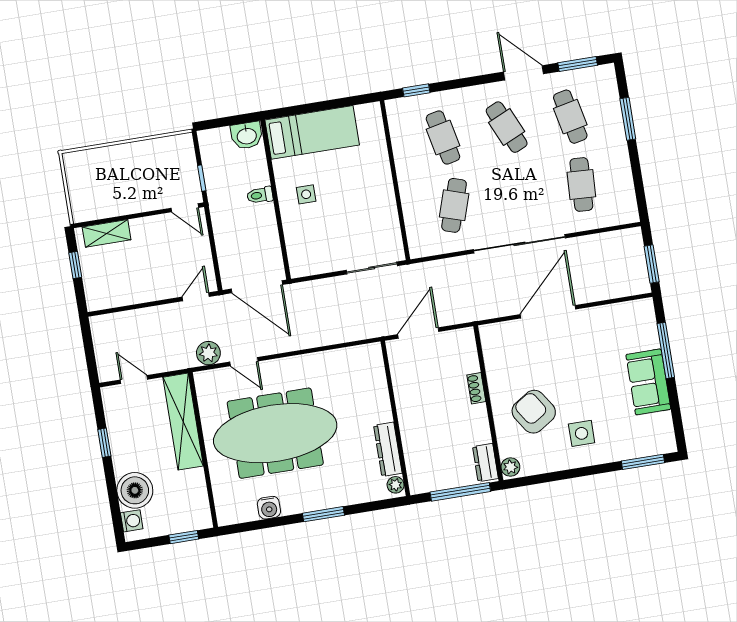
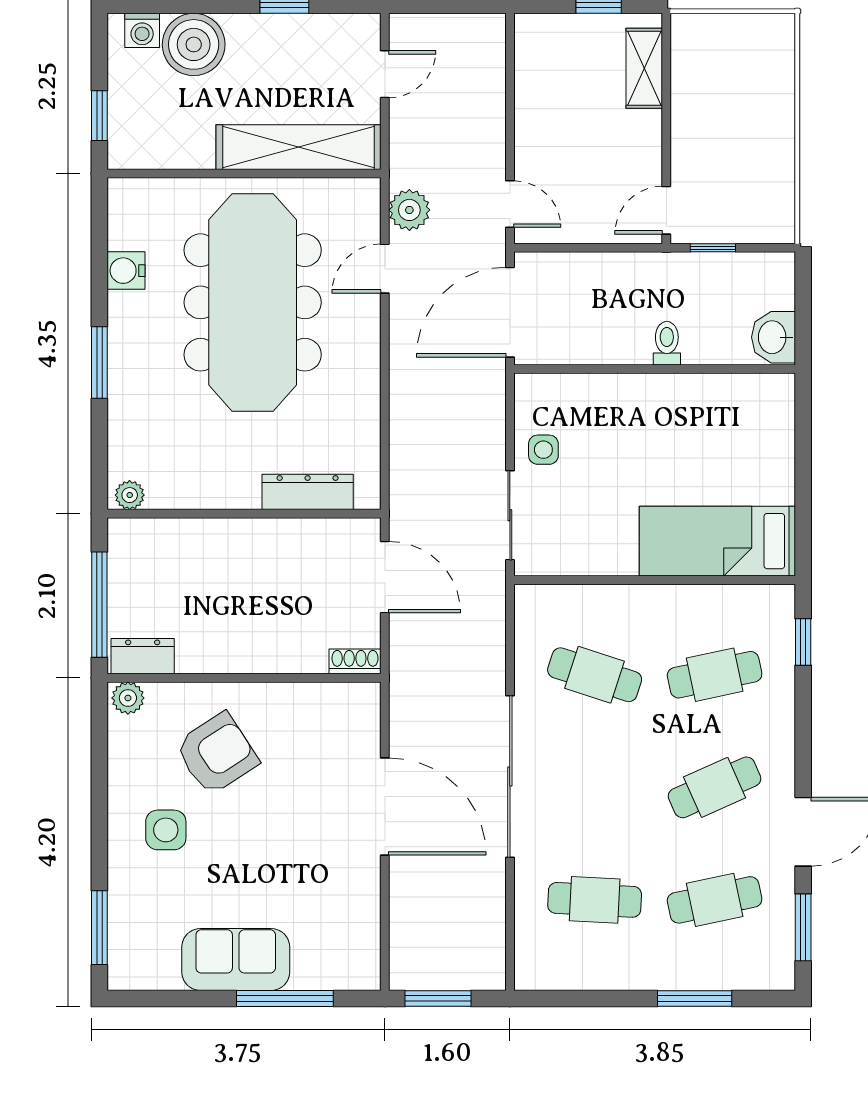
bed: (312, 132) -> (717, 541), moved, turned 90
side table: (306, 194) -> (543, 450), moved
shoe rack: (476, 388) -> (355, 661), moved
dresser: (388, 449) -> (308, 492), moved

